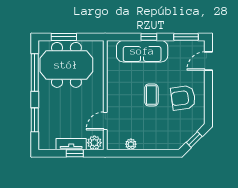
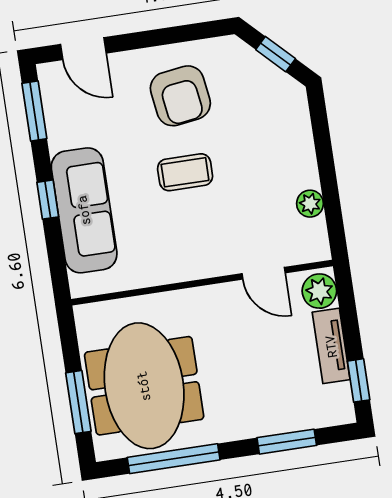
window: (75, 153) -> (359, 380), moved

